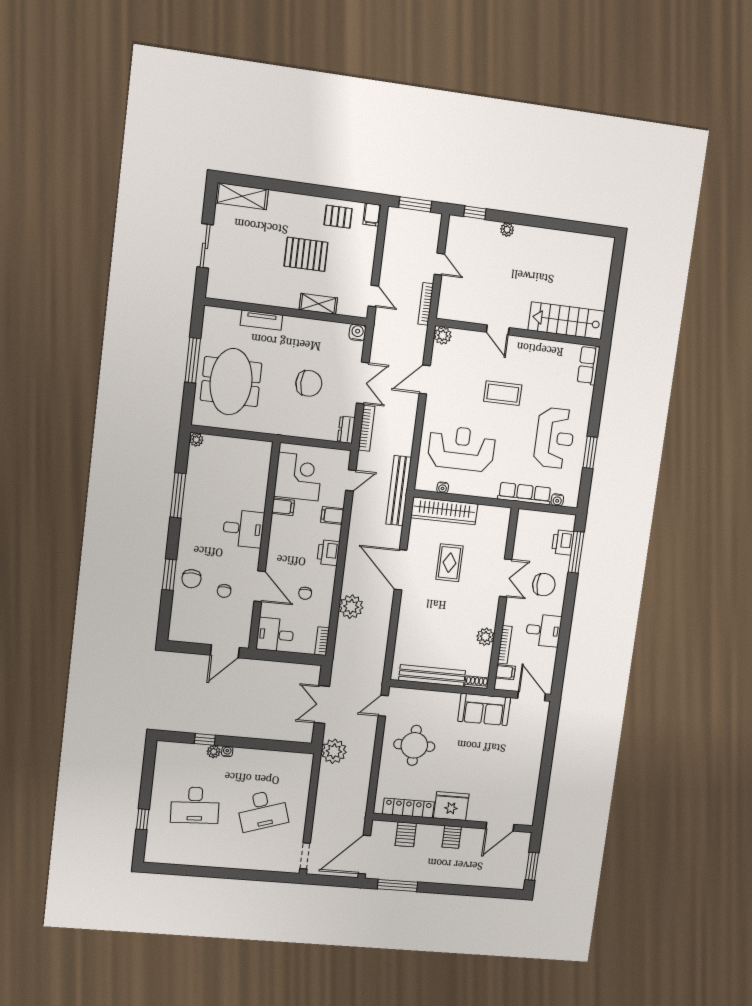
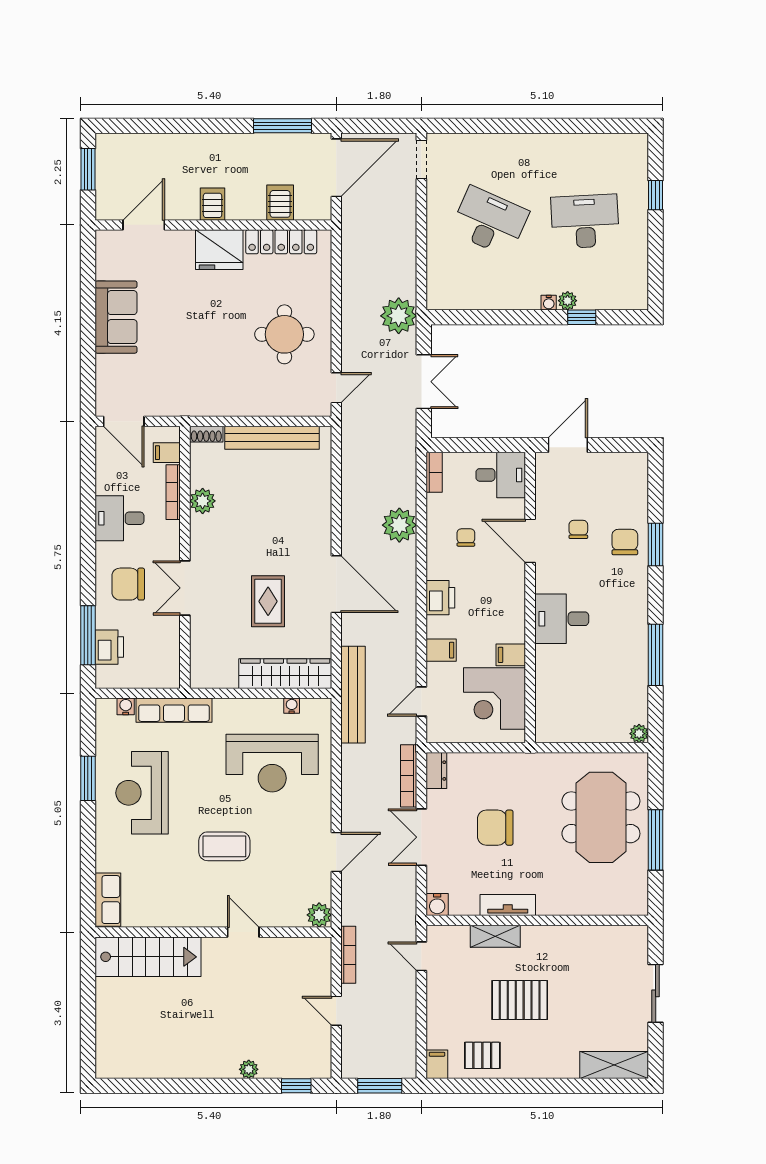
tv unit: (261, 320) -> (508, 905), moved
sofa: (484, 709) -> (116, 317), moved, turned 90
desk: (262, 810) -> (490, 221), turned 42

